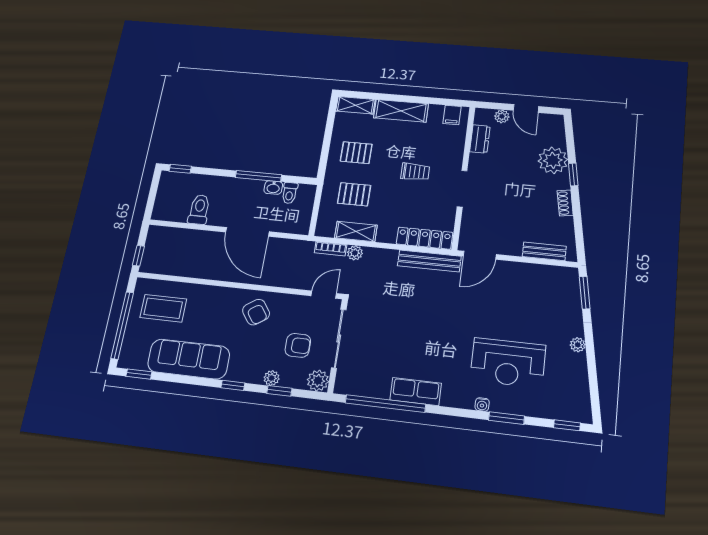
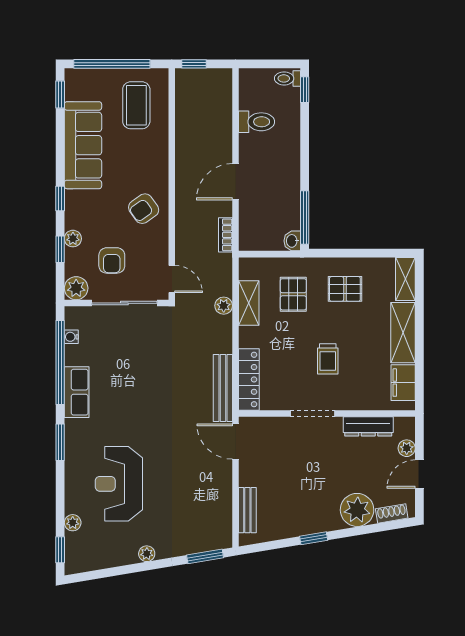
filing cabinet: (452, 115) -> (403, 383), width x2.00
dresser: (480, 139) -> (368, 426), width x1.44
pallet: (356, 153) -> (345, 289), turned 90
window: (573, 174) -> (314, 538), moved
window: (258, 176) -> (305, 217), moved
washbasin: (273, 188) -> (292, 241), moved
toilet: (290, 193) -> (287, 78), moved
shoe rack: (565, 203) -> (392, 513), moved
door: (247, 232) -> (236, 182), width x0.73
bookcase: (331, 249) -> (225, 235), moved
water cooler: (482, 404) -> (71, 337), moved
plant: (541, 410) -> (73, 523), added
window: (507, 418) -> (60, 442), moved

